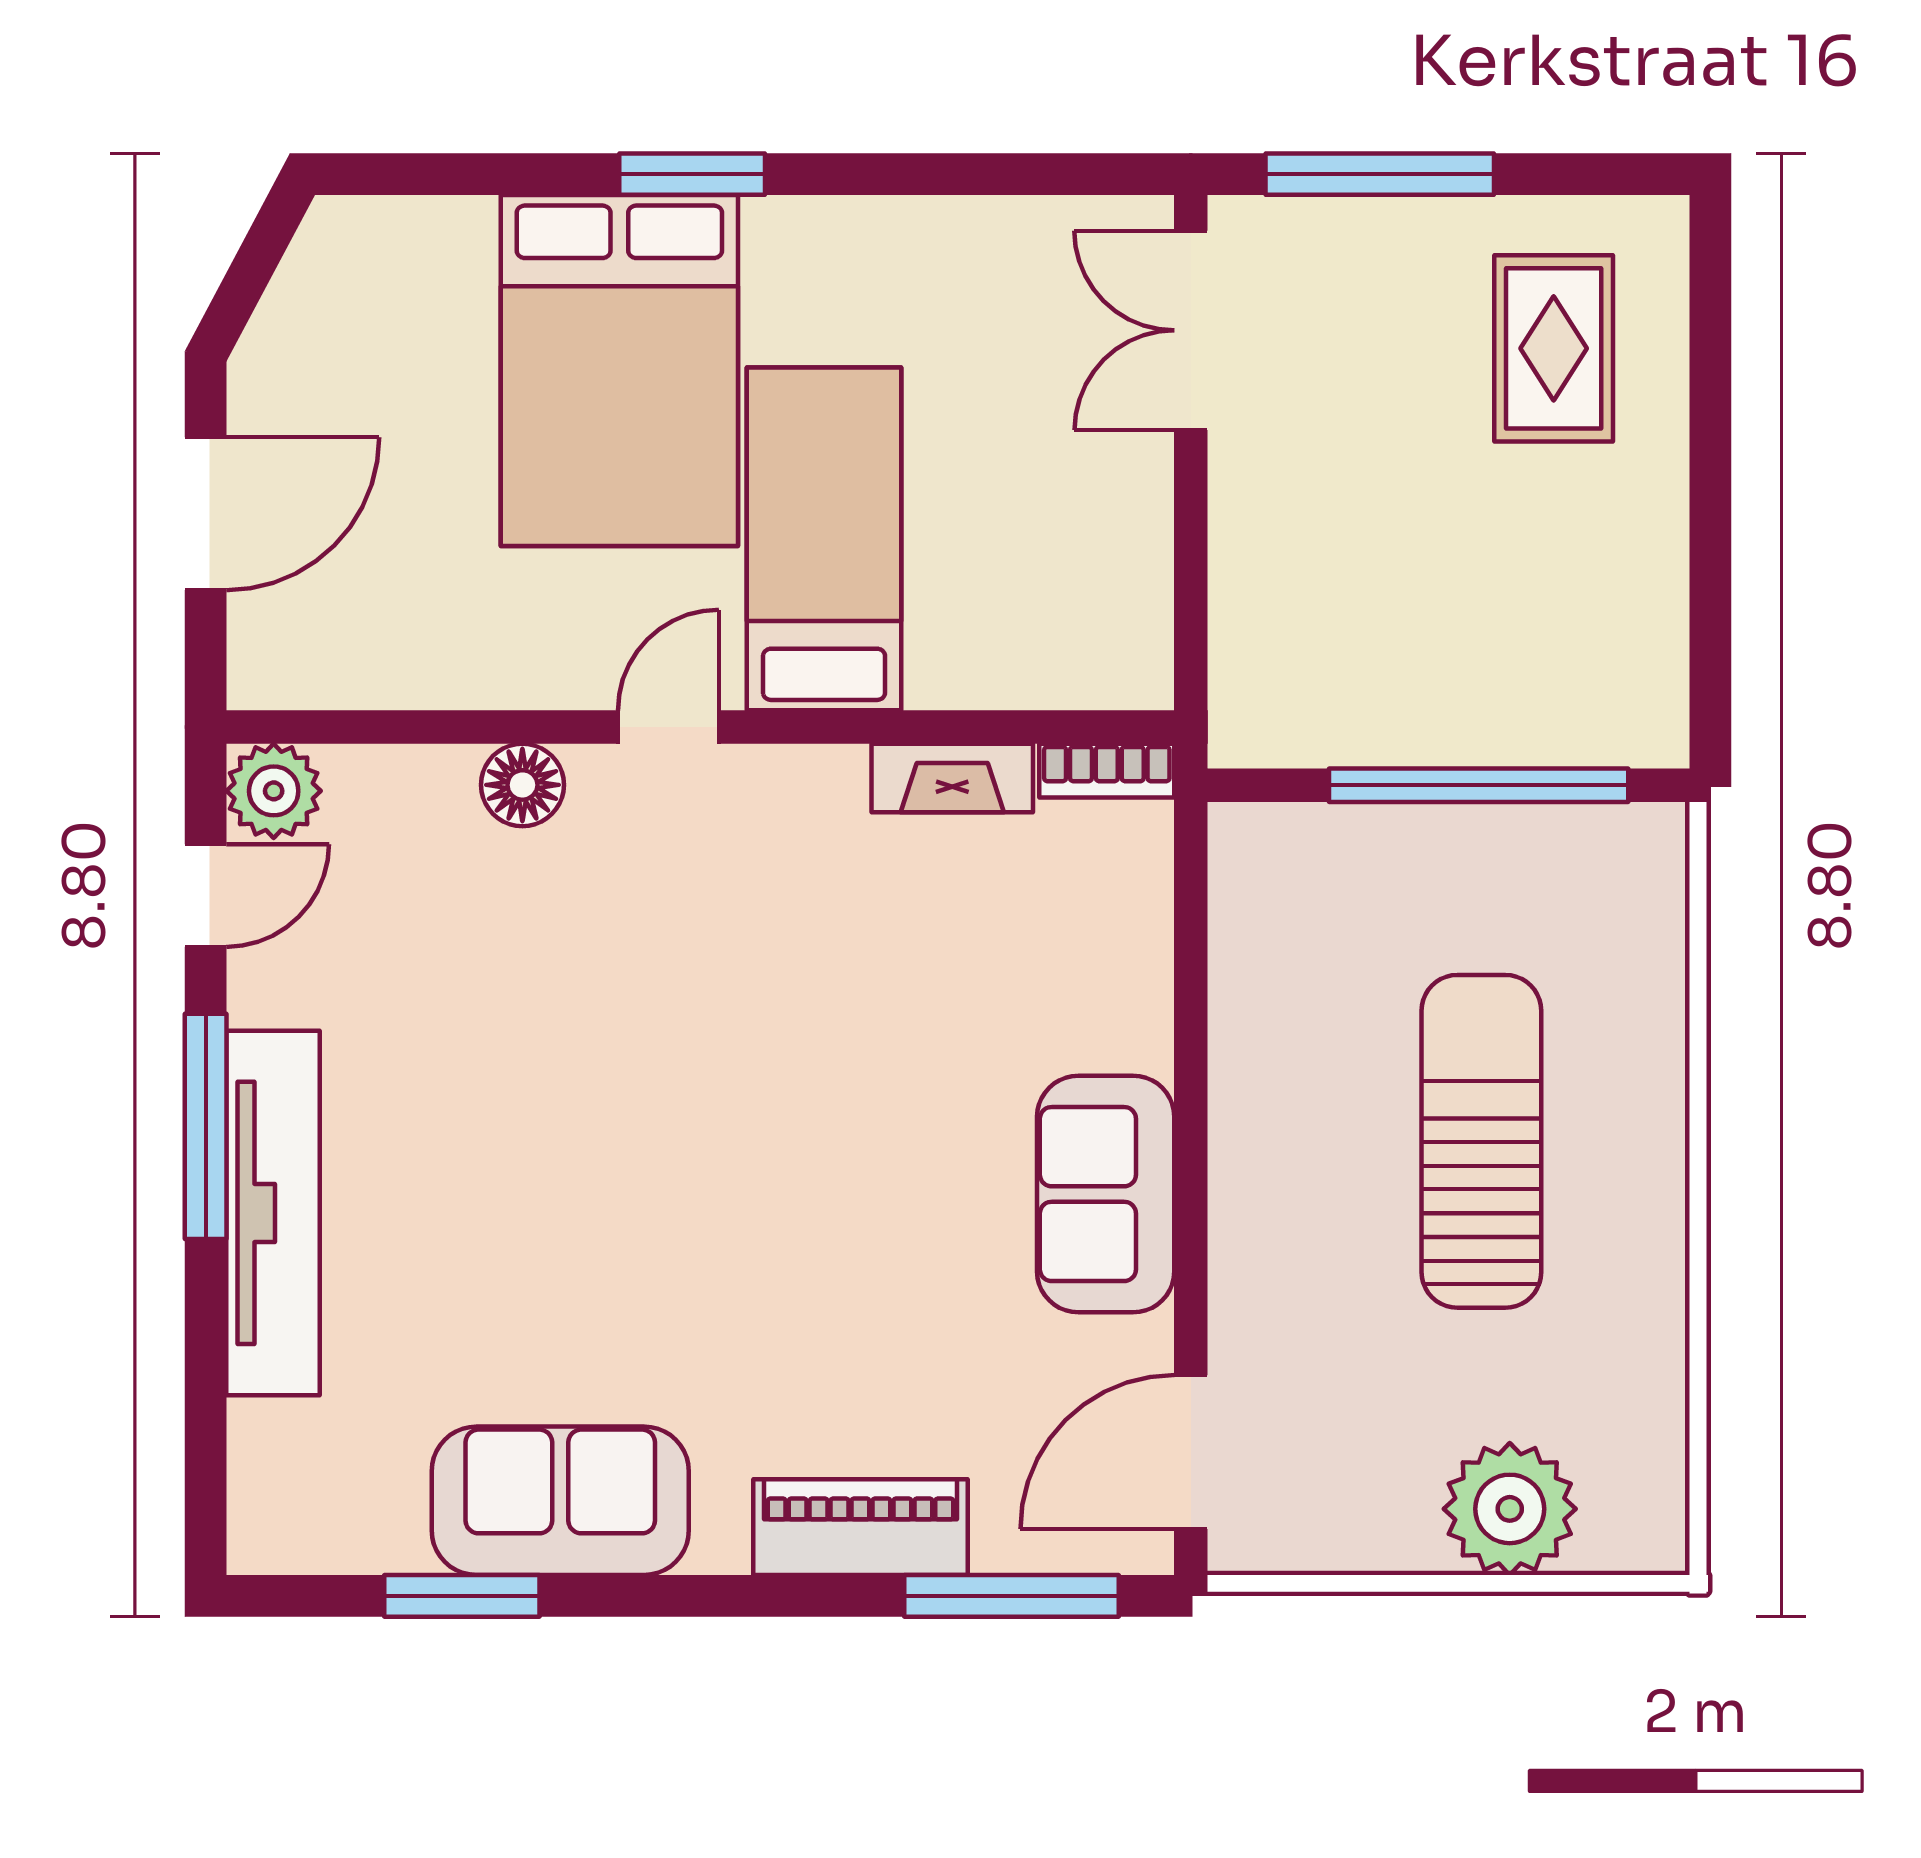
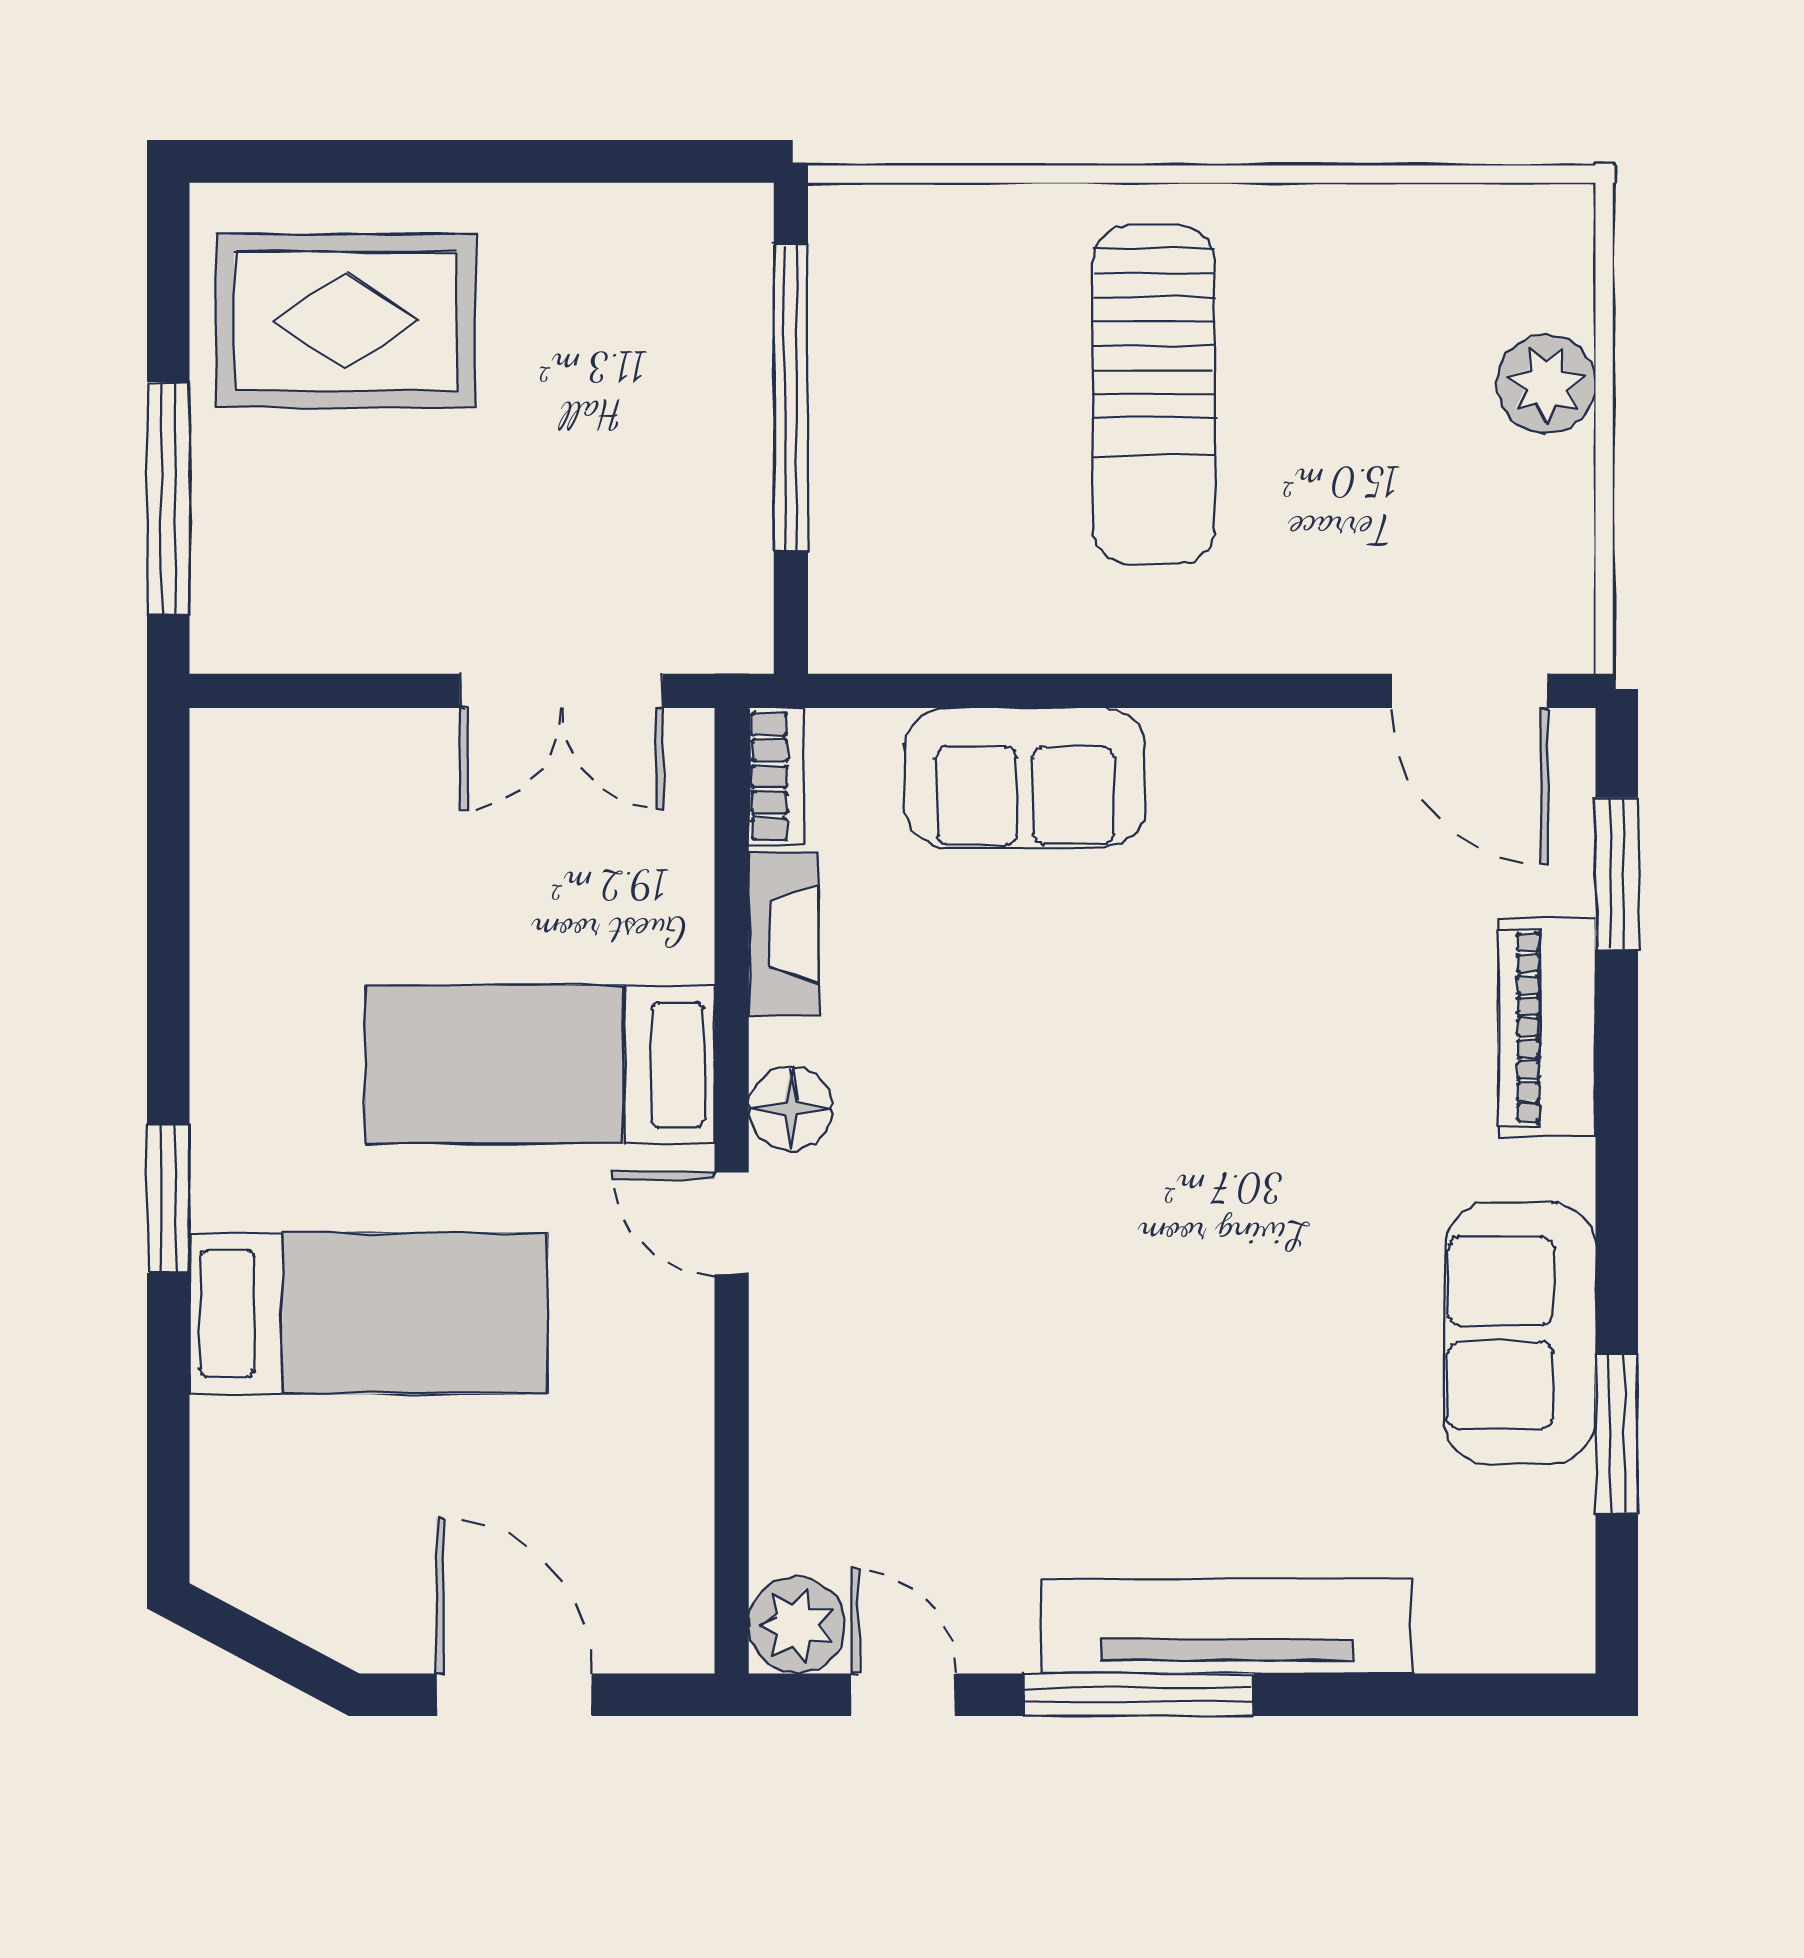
double door: (1191, 330) -> (561, 691), moved
rug: (1554, 348) -> (346, 321), width x1.36, depth x1.43
bed: (619, 371) -> (368, 1313), width x0.67
floor lamp: (522, 785) -> (791, 1109), moved
sun lounger: (1481, 1141) -> (1154, 395), turned -90
sofa: (1106, 1194) -> (1025, 778), moved
plant: (1510, 1509) -> (1546, 384), width x0.73, depth x0.73
window: (1011, 1596) -> (1617, 874), width x0.69

